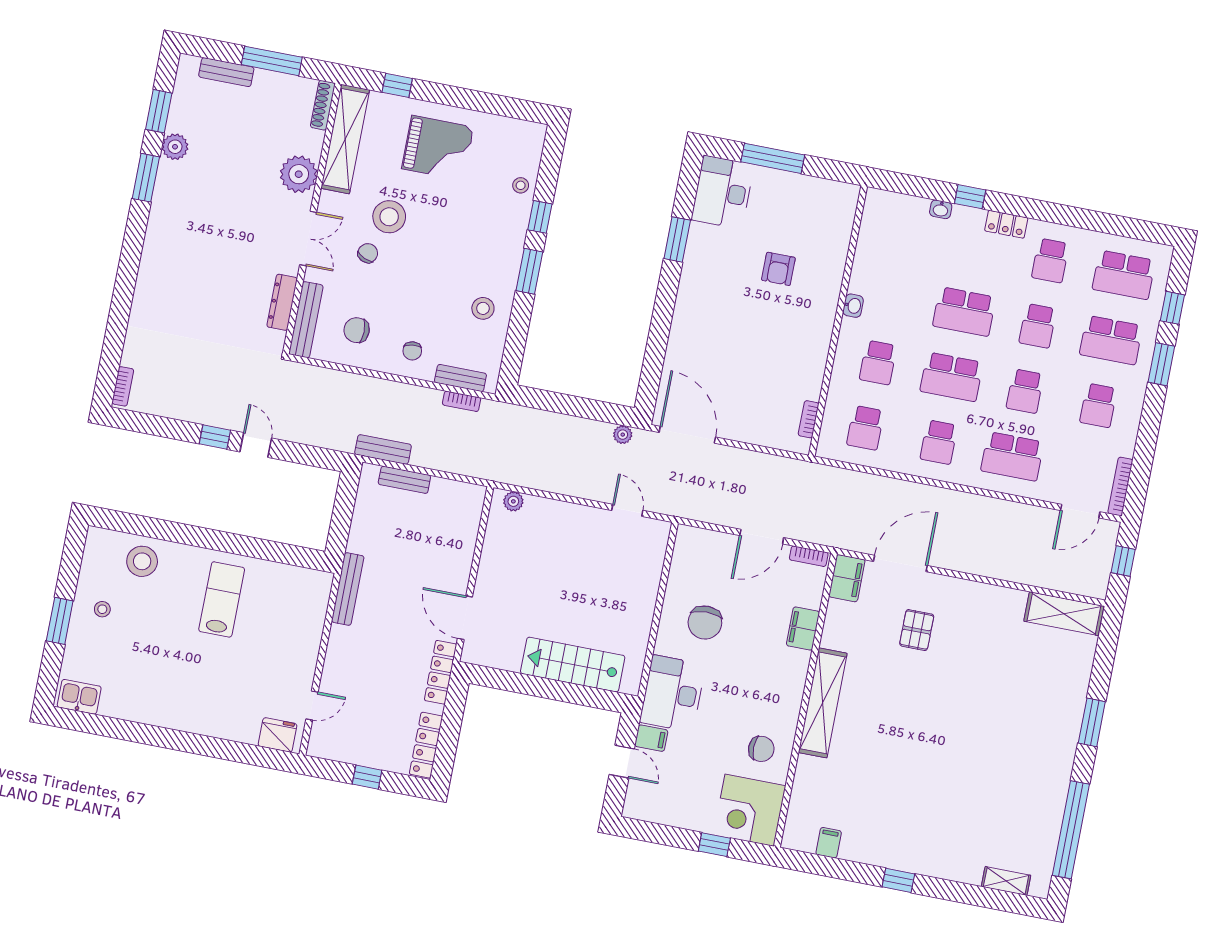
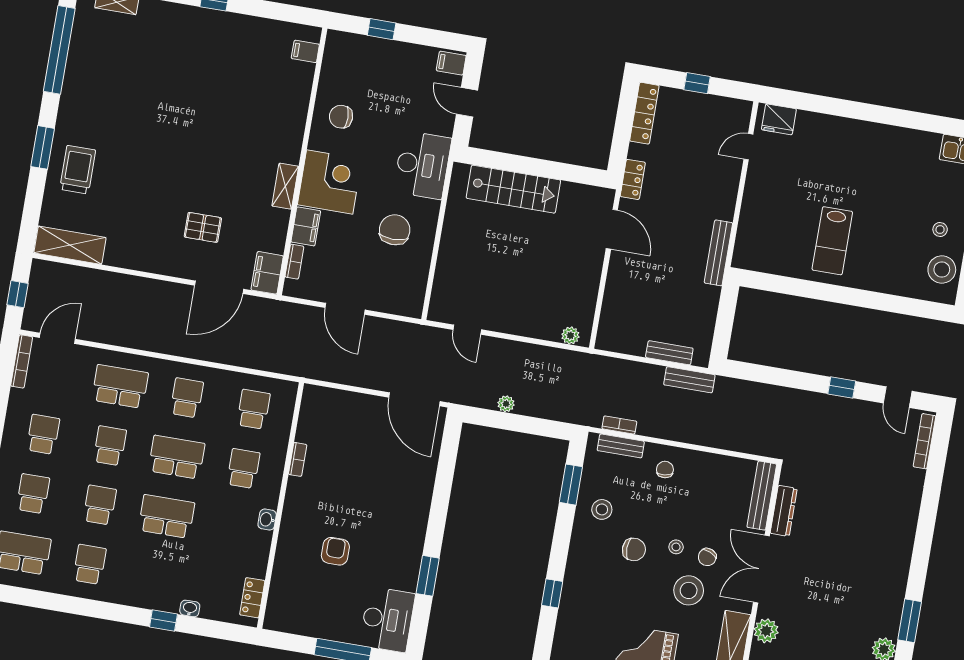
plant: (299, 174) -> (766, 631), width x0.73, depth x0.73
stool: (521, 185) -> (676, 547), moved
locker: (1006, 224) -> (252, 598), moved, turned -90
double door: (308, 238) -> (761, 569), width x1.37
window: (529, 271) -> (571, 485), moved
chair: (357, 330) -> (634, 549), moved
school desk: (1111, 340) -> (33, 494), width x0.54
bookcase: (123, 386) -> (924, 441), width x1.56
bookcase: (809, 419) -> (298, 459), moved
plant: (623, 435) -> (506, 404), moved
door: (256, 445) -> (898, 397), moved
door: (762, 537) -> (345, 309), swing flipped
bookcase: (809, 556) -> (294, 262), moved, turned 90
stool: (142, 561) -> (942, 270), moved
pallet: (917, 630) -> (203, 227), turned 90
locker: (441, 672) -> (633, 179), width x0.66
trolley: (1054, 697) -> (78, 170), added
shelving: (823, 703) -> (285, 186), width x0.45, depth x0.75
filing cabinet: (651, 738) -> (451, 63), moved
corner desk: (750, 810) -> (330, 182), moved
filing cabinet: (829, 843) -> (305, 51), moved, turned 90

